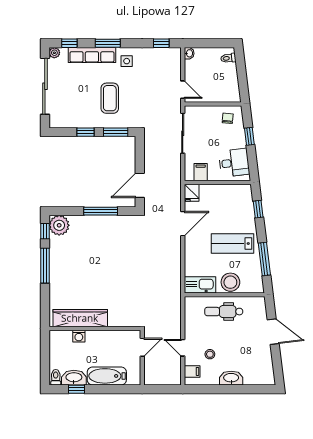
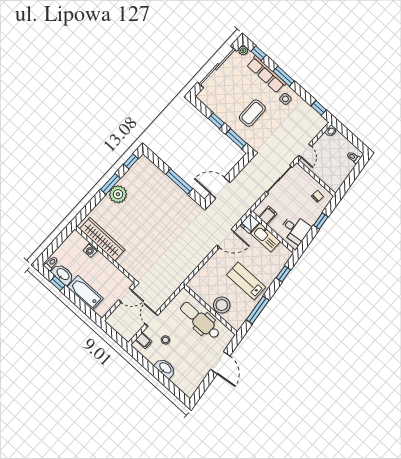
plant: (59, 225) -> (118, 194), moved
window: (45, 266) -> (110, 184), width x0.69
kitchen sink: (200, 285) -> (266, 237), moved, turned 180
dental chair: (224, 312) -> (200, 320), width x1.36, depth x1.38

